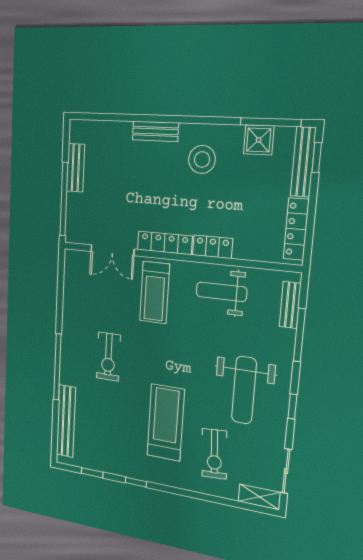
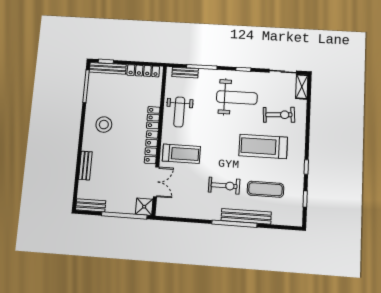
bench: (155, 131) -> (85, 166), moved
shower: (259, 140) -> (144, 207), moved
bench: (76, 168) -> (91, 205), moved
exercise mat: (104, 418) -> (265, 189), added
bench: (66, 421) -> (246, 216), moved

